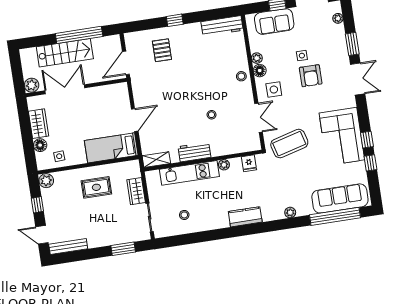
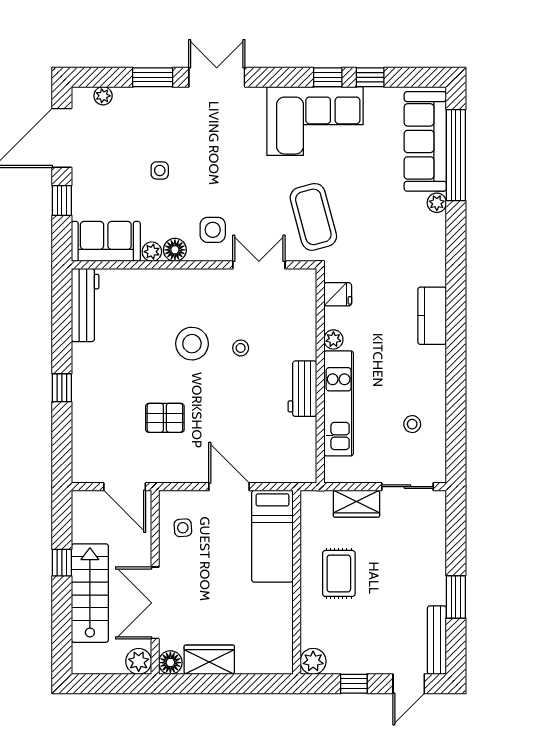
sofa: (274, 21) -> (106, 241), moved, turned -90
window: (79, 35) -> (62, 563), width x0.32
pallet: (162, 50) -> (165, 418), moved
stool: (241, 76) -> (192, 344), moved, width x1.89, depth x1.89
armchair: (311, 76) -> (198, 160), removed
floor lamp: (40, 145) -> (170, 663), moved
side table: (59, 156) -> (183, 528), moved
shelving: (156, 160) -> (306, 459), removed
plant: (290, 213) -> (437, 203), moved
window: (123, 249) -> (456, 597), moved

